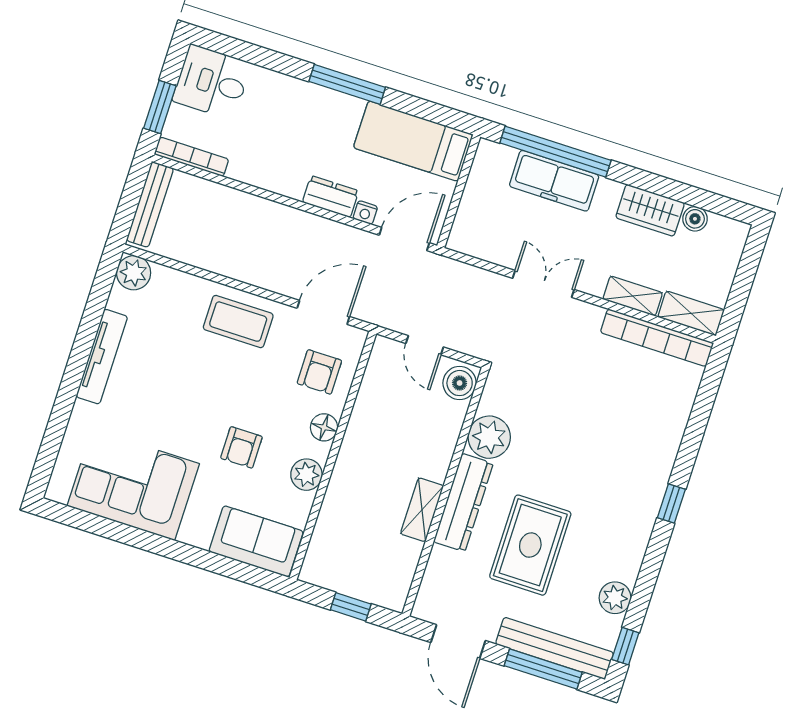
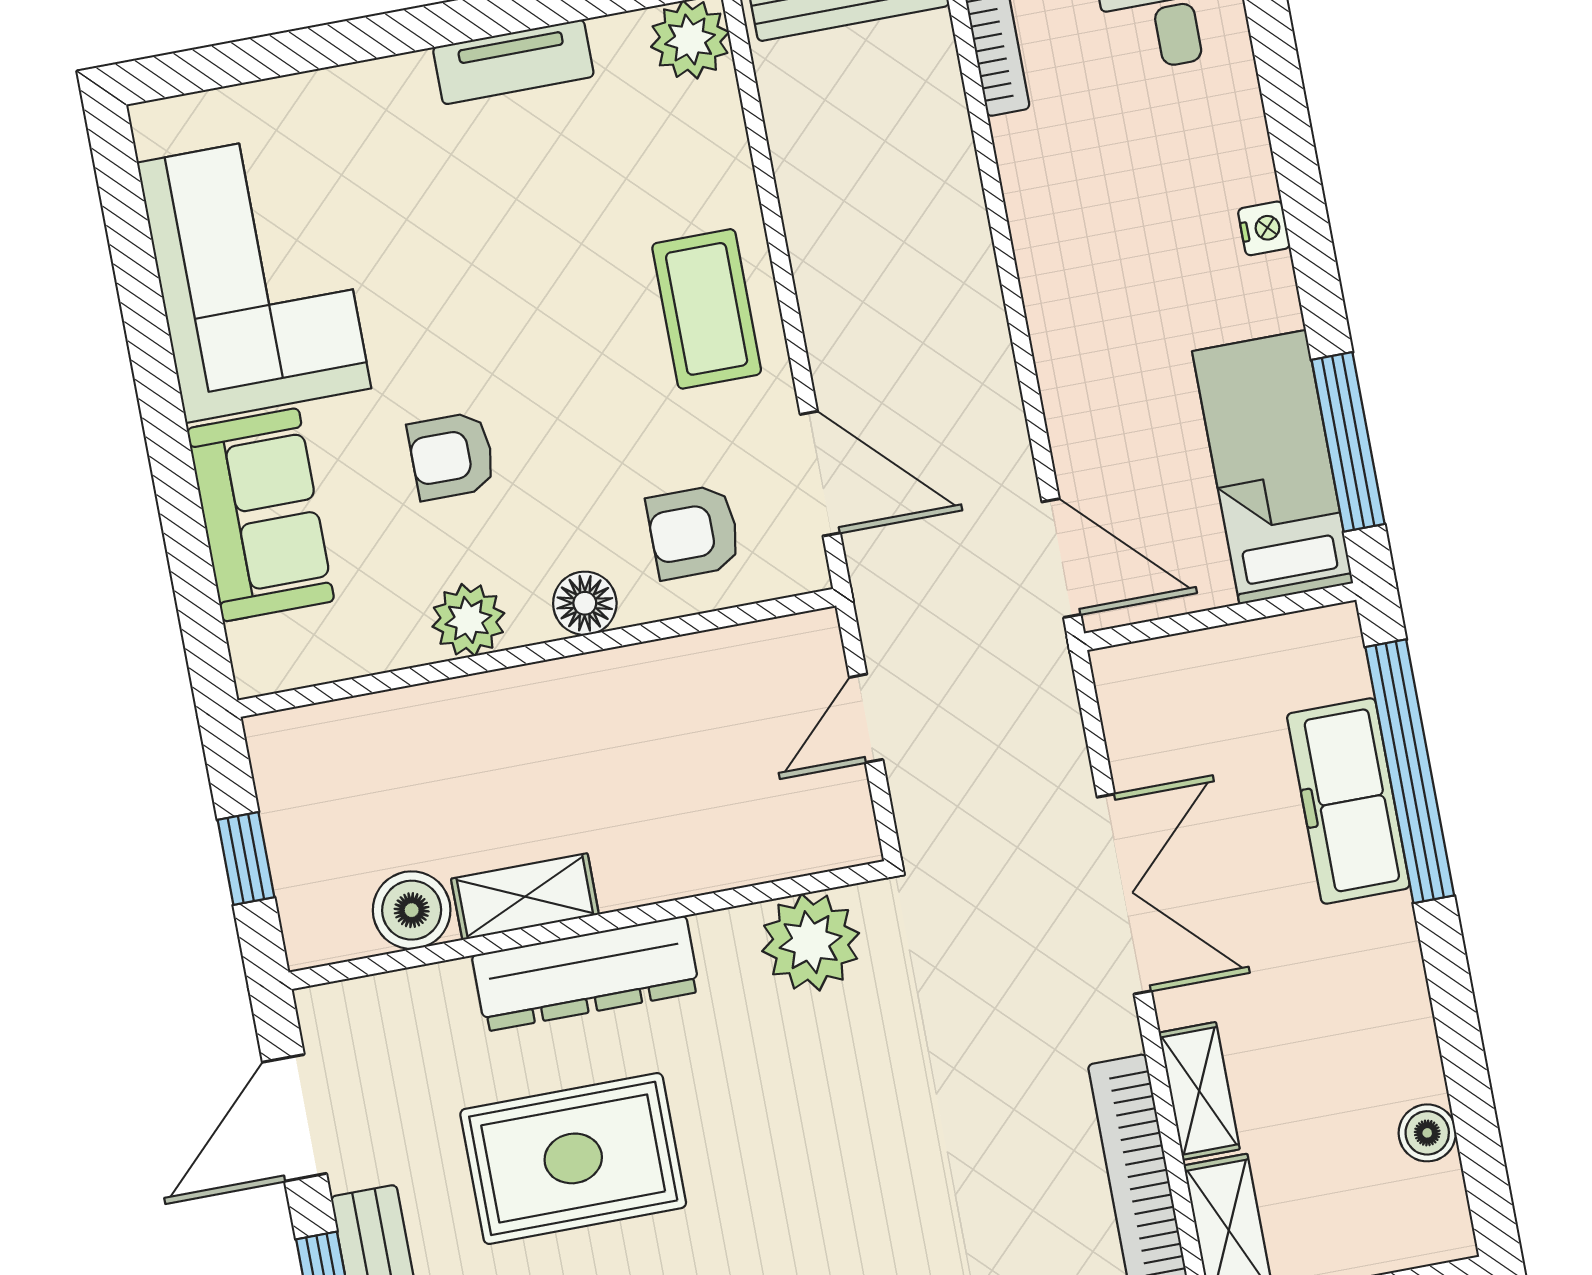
window: (347, 84) -> (1348, 442), moved
dresser: (331, 197) -> (1067, 359), removed
wardrobe: (650, 210) -> (1395, 1031), removed
nightstand: (365, 213) -> (1264, 228), moved, turned 180
double door: (543, 284) -> (1124, 894), width x1.37
tv unit: (102, 357) -> (513, 62), width x0.71
boiler: (460, 383) -> (412, 910), moved
plant: (489, 437) -> (811, 942), moved
sofa: (256, 541) -> (261, 515), moved

